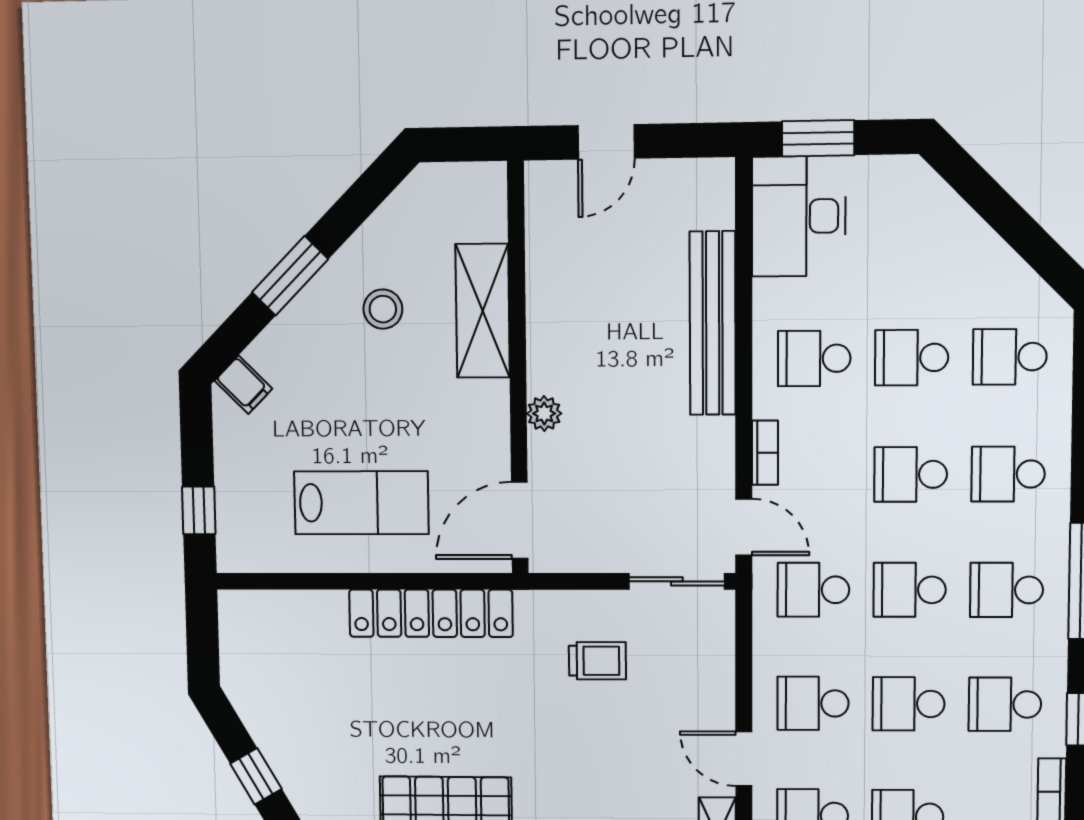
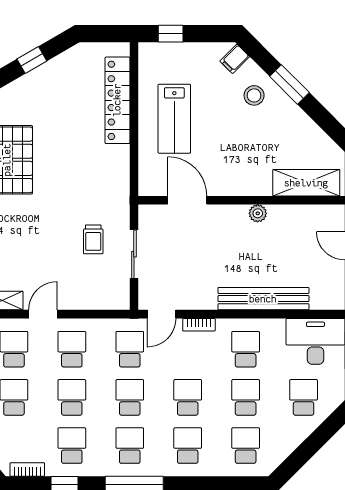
school desk: (913, 239) -> (304, 397), added
stool: (383, 309) -> (254, 95), moved
shelving: (483, 311) -> (306, 183), moved
plant: (544, 413) -> (258, 213), moved
door: (520, 520) -> (187, 200), moved
sliding door: (677, 581) -> (134, 254), moved
locker: (431, 613) -> (117, 100), moved

